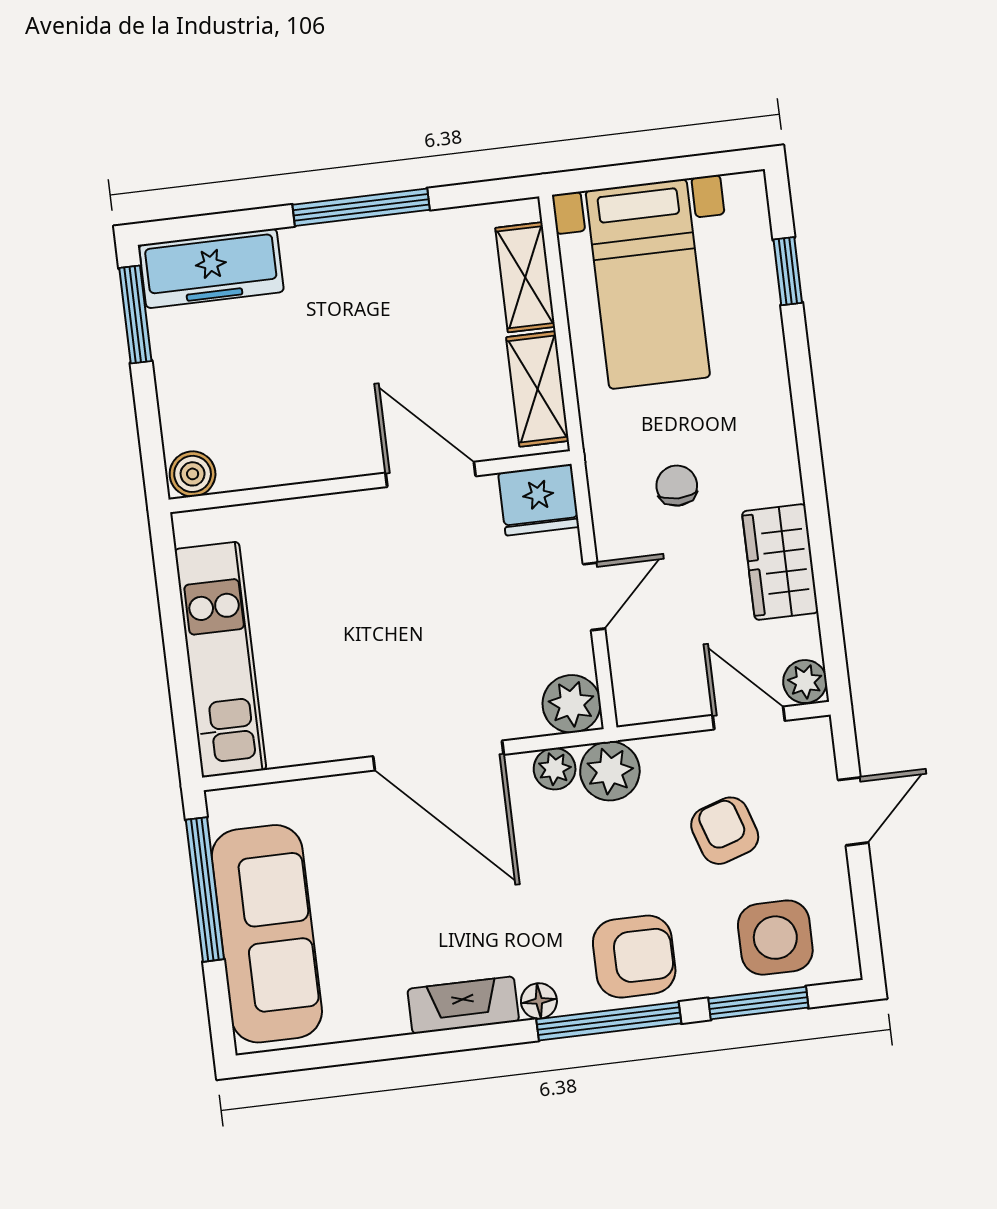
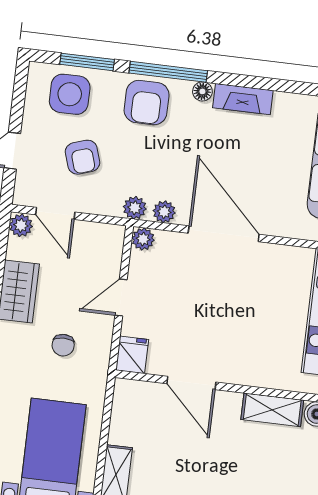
shelving: (537, 389) -> (272, 410), moved, turned 90
fridge: (539, 500) -> (132, 355), width x0.72
plant: (572, 704) -> (143, 239), width x0.73, depth x0.73
plant: (610, 771) -> (135, 208), width x0.73, depth x0.73
armchair: (634, 957) -> (147, 103), turned -90

